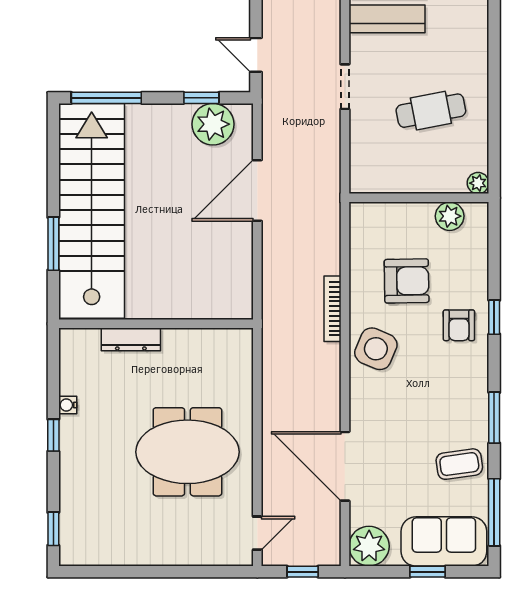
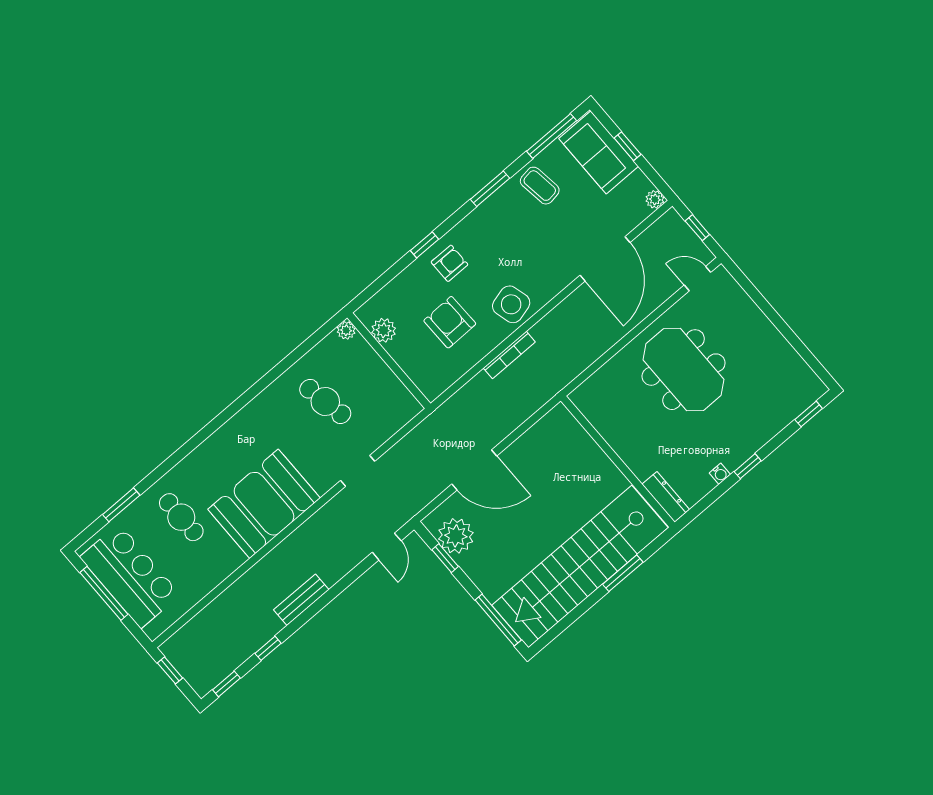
dresser: (131, 339) -> (666, 497), moved
side table: (376, 349) -> (511, 304), turned -38
plant: (369, 546) -> (655, 199), width x0.53, depth x0.53

